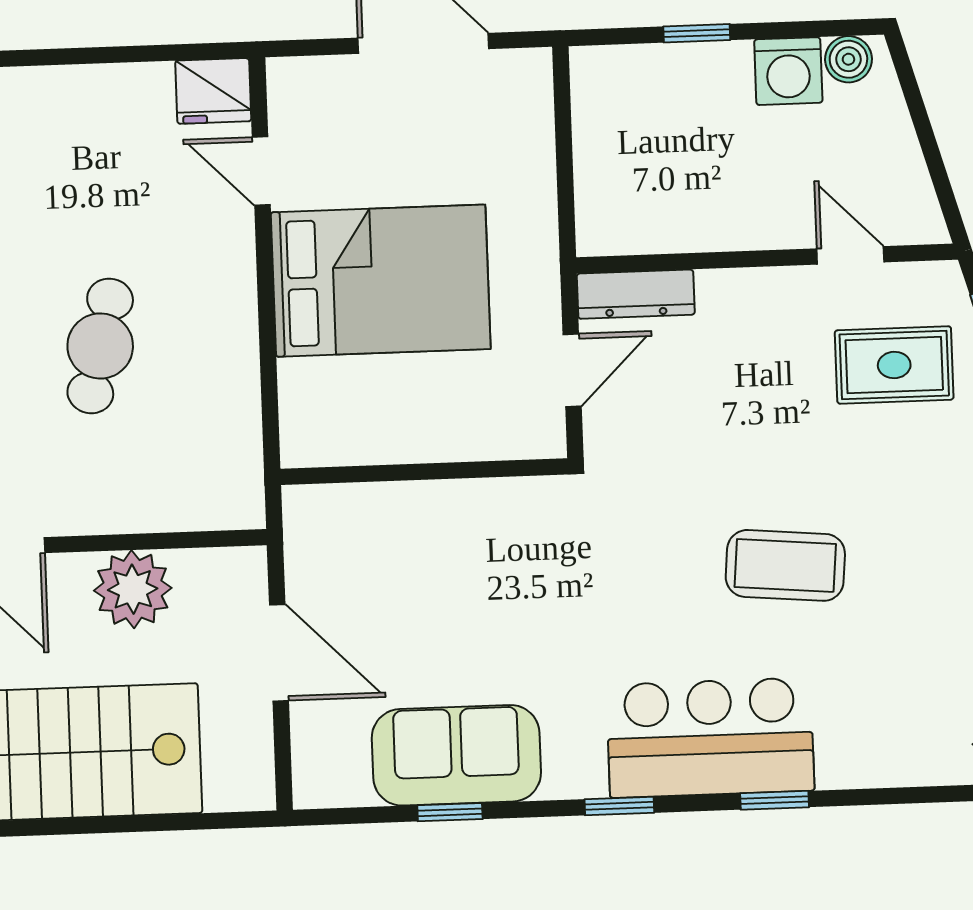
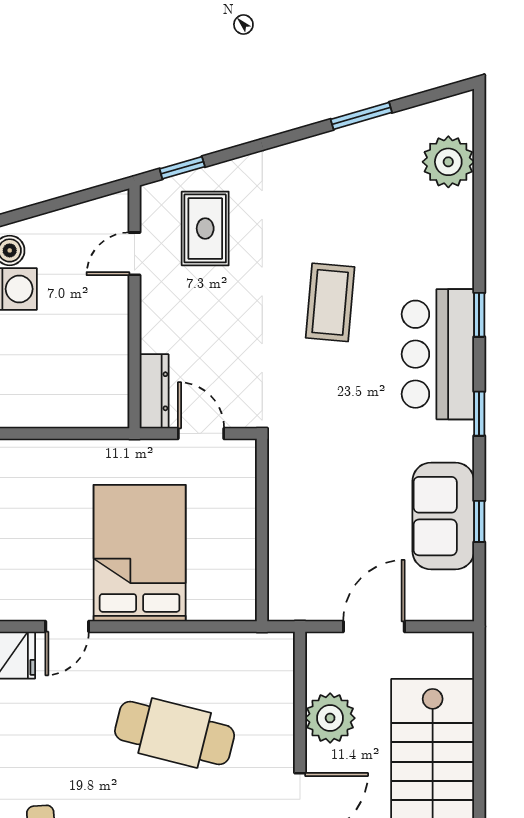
cafe table: (100, 346) -> (175, 733), width x1.37, depth x1.35

